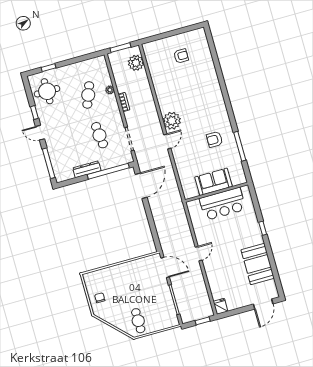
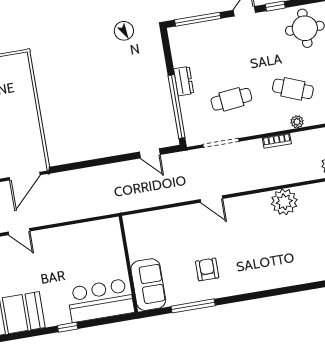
plant: (172, 121) -> (284, 202), moved
dresser: (87, 169) -> (184, 81), width x0.70
sofa: (213, 182) -> (148, 285), moved
door: (141, 186) -> (150, 153), width x0.53
bar counter: (223, 204) -> (101, 300), moved, turned 90
door: (199, 254) -> (19, 232), moved

